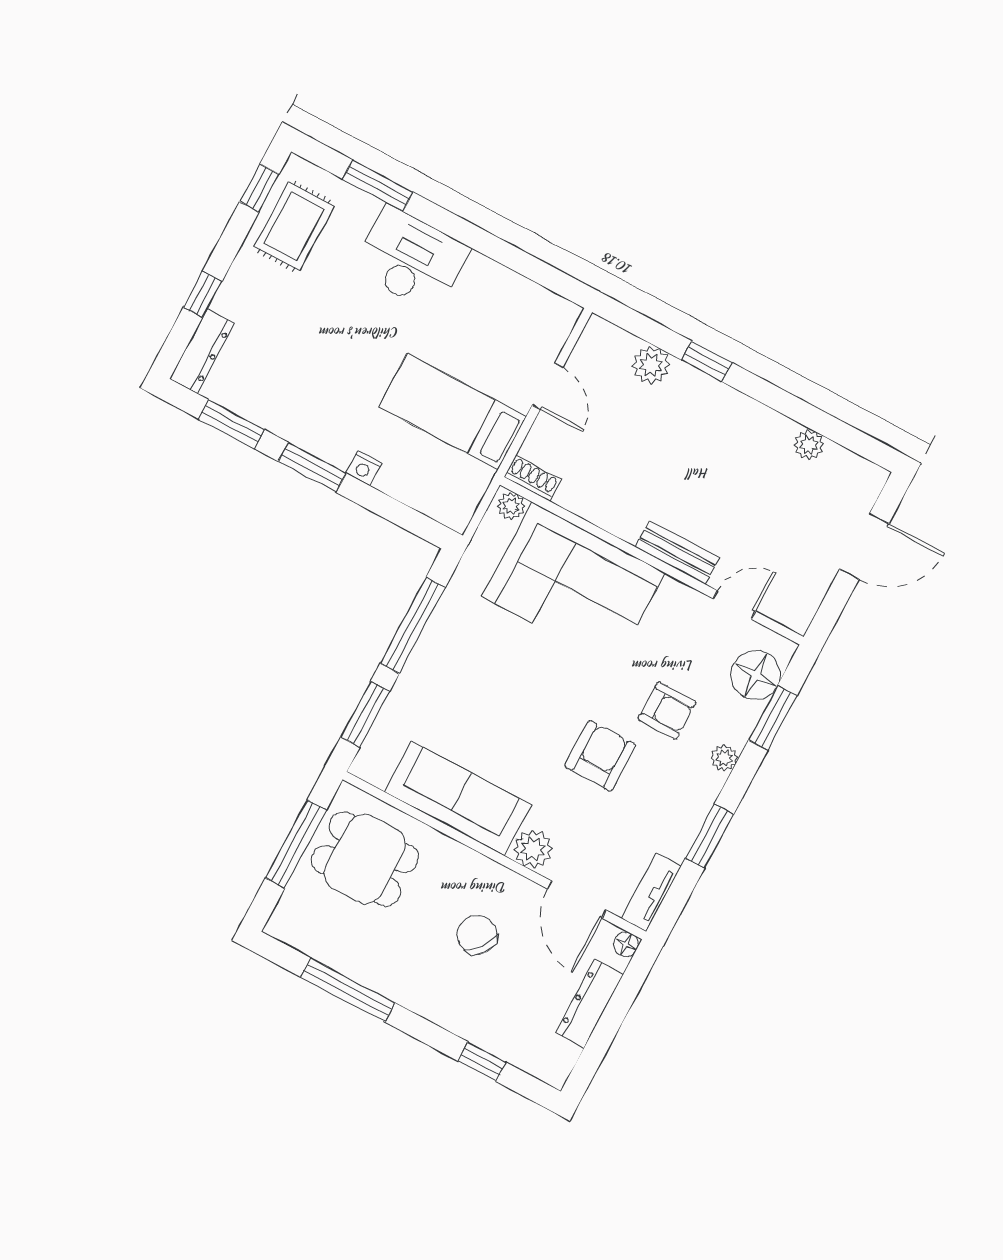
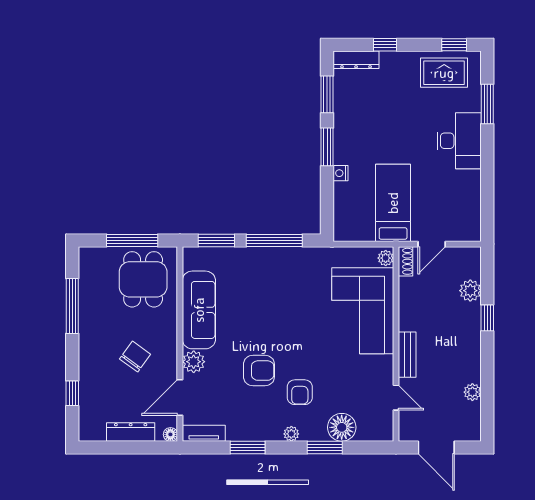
shoe rack: (533, 478) -> (406, 261), moved
plant: (511, 506) -> (386, 258), moved
bench: (677, 552) -> (407, 355), moved
wall: (652, 561) -> (396, 344), moved
corner sofa: (573, 585) -> (363, 311), moved
door: (734, 605) -> (396, 398), moved

